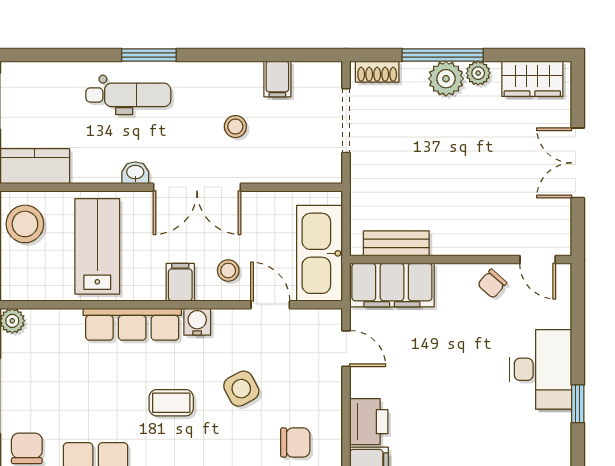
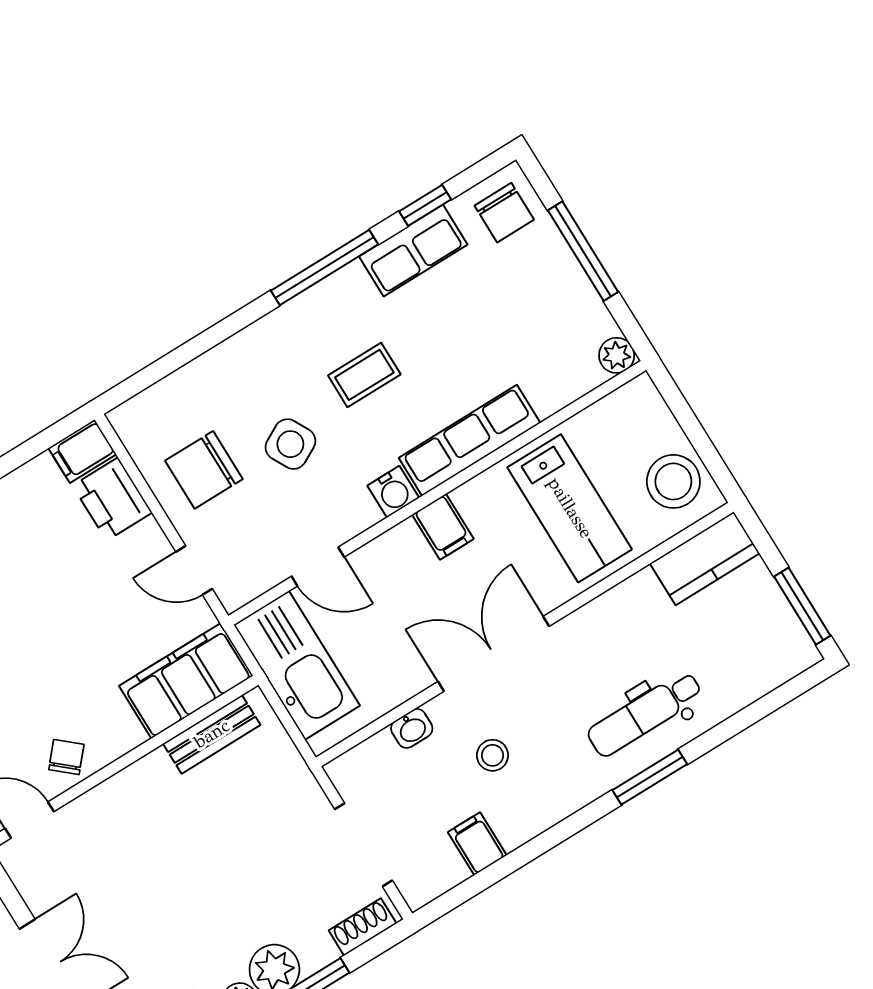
washbasin: (135, 173) -> (412, 728), moved
stool: (228, 271) -> (394, 577), removed
chair: (295, 442) -> (204, 470), moved, width x1.37, depth x1.37

